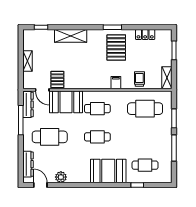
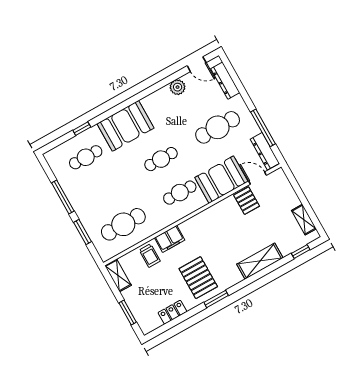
shelving: (28, 61) -> (304, 220), moved
filing cabinet: (116, 83) -> (170, 239), width x2.00

